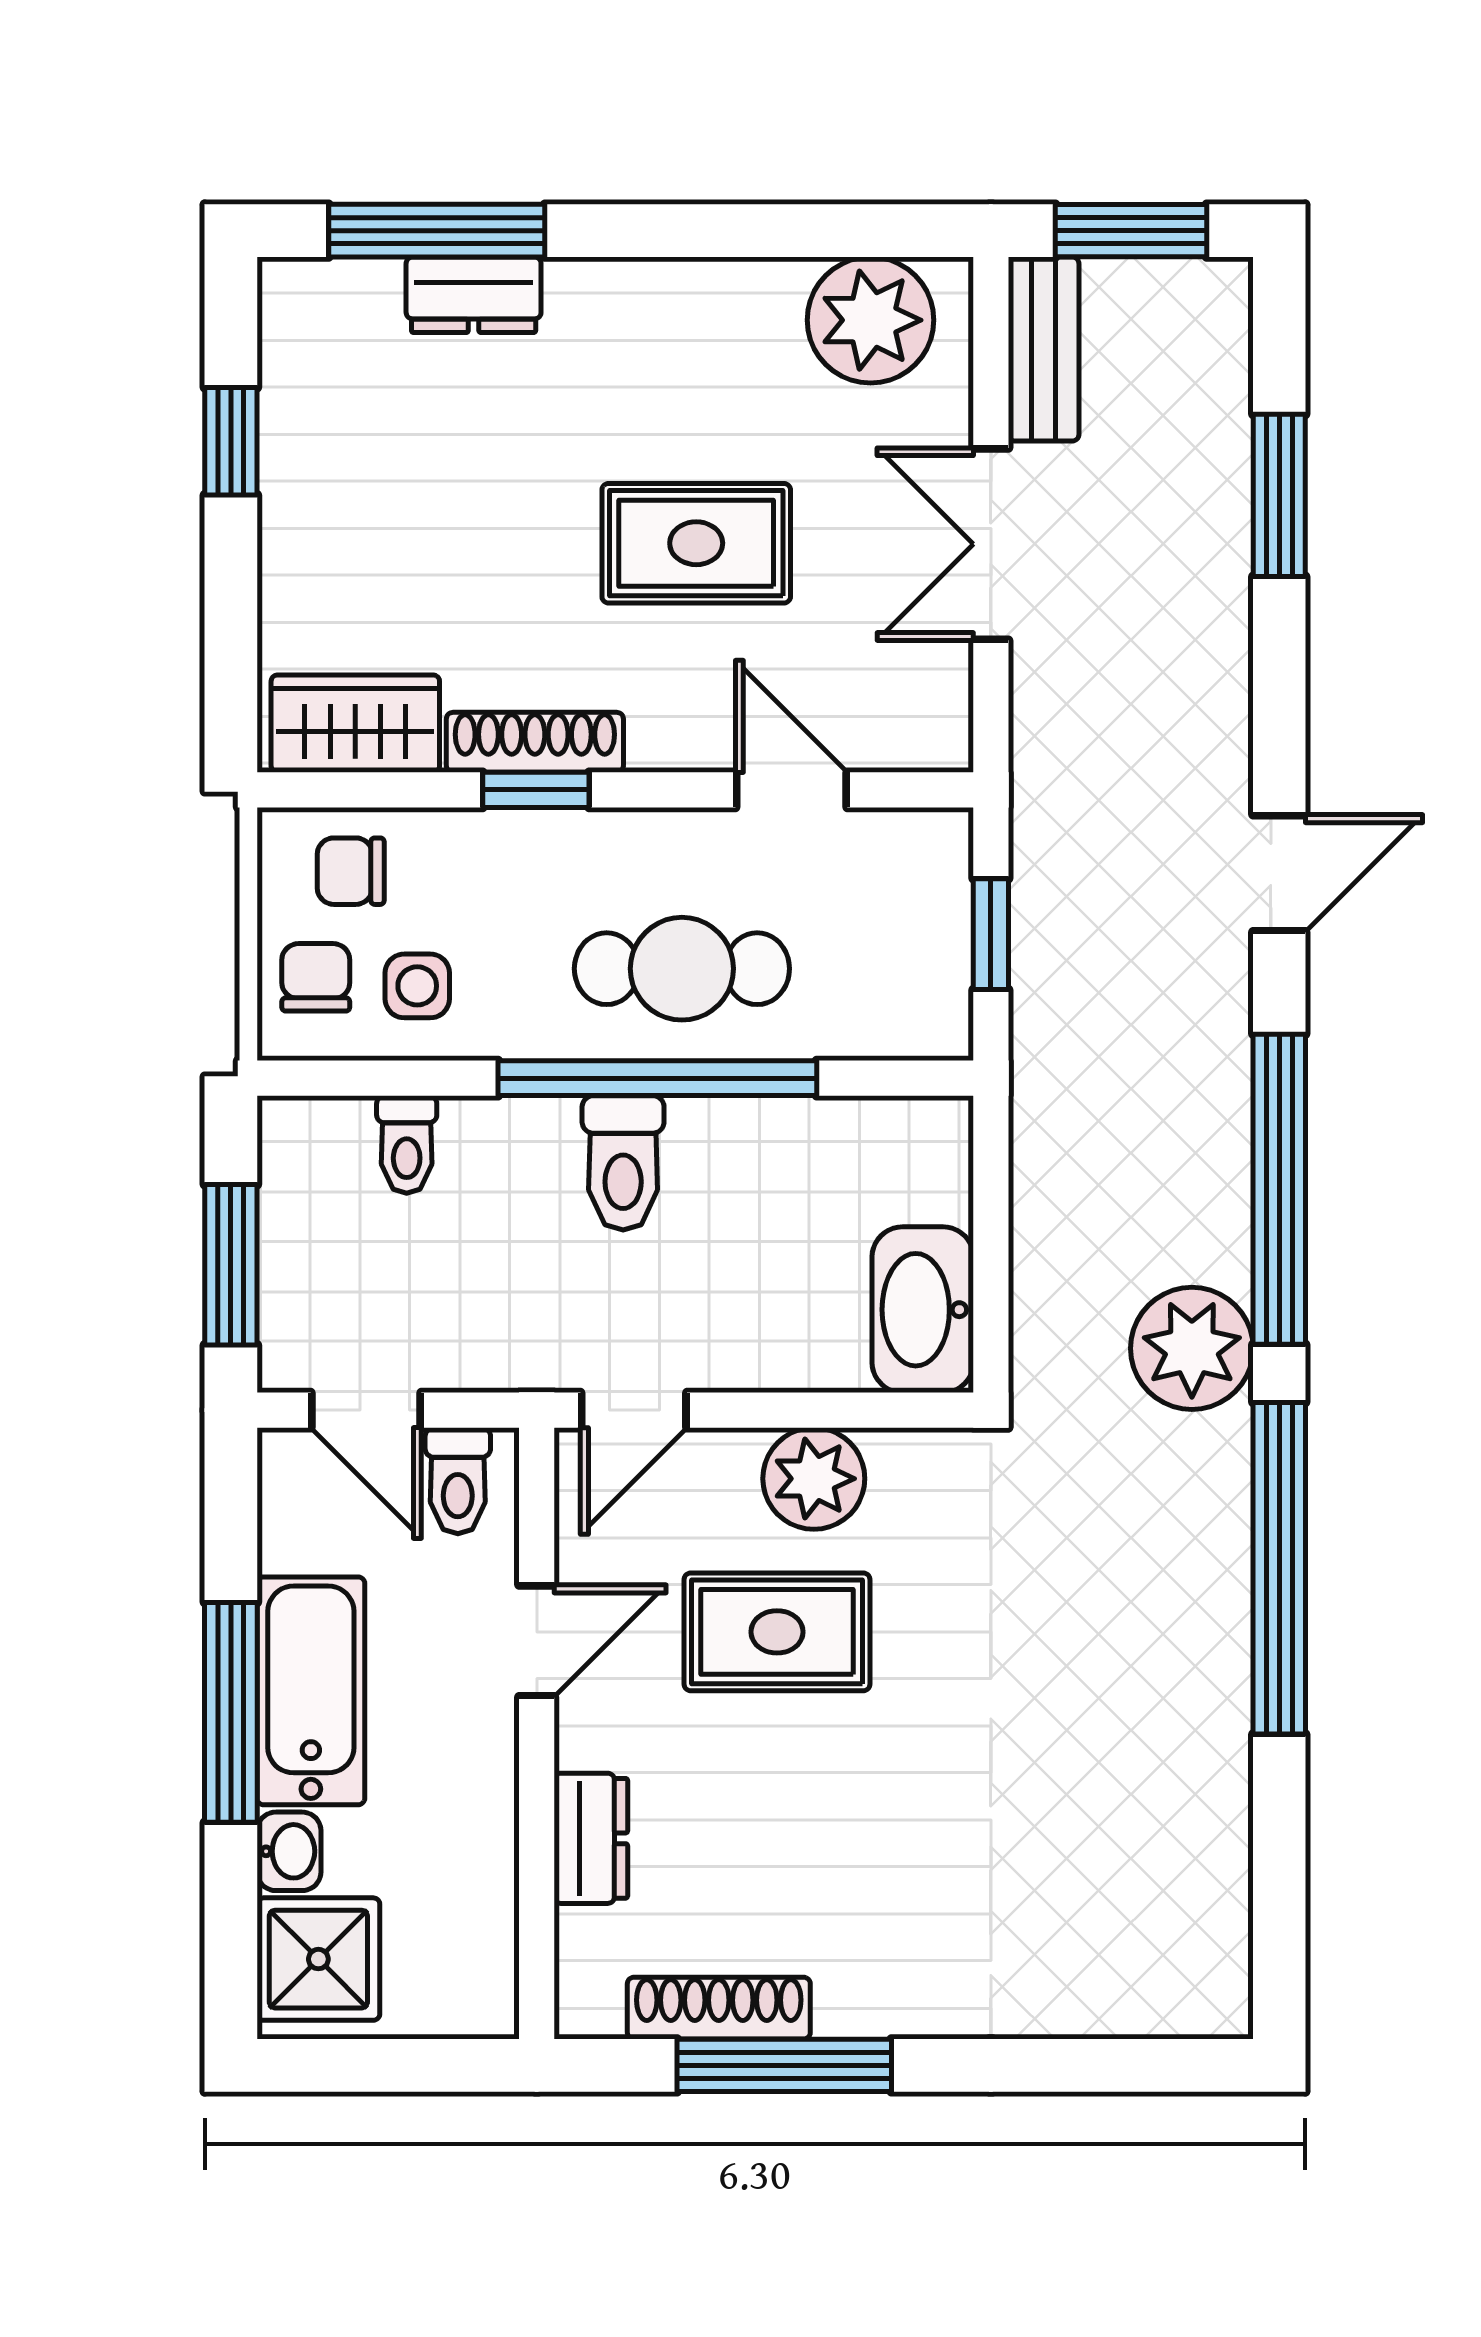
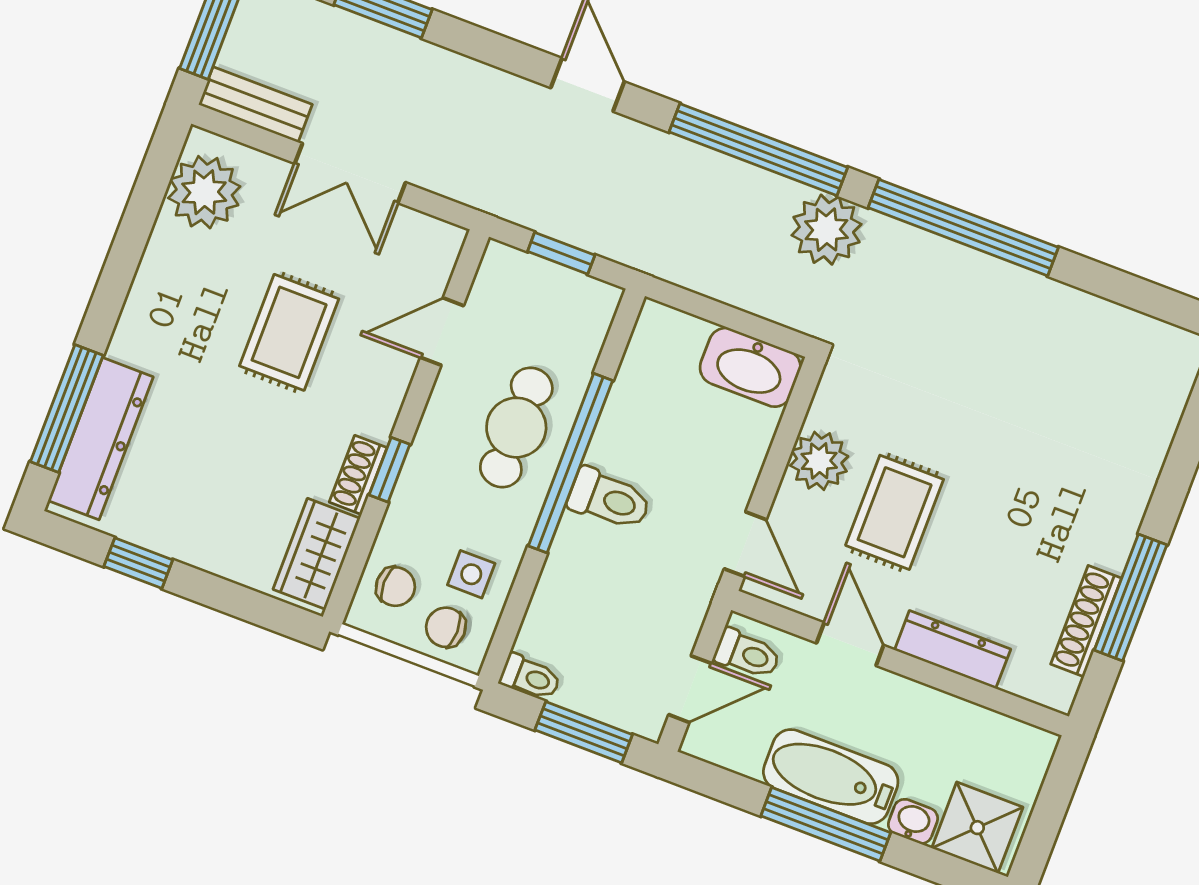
dresser: (474, 295) -> (101, 439), width x1.96, depth x1.24
shoe rack: (535, 742) -> (358, 475), width x0.70
chair: (351, 871) -> (396, 587), turned -90
toilet: (407, 1144) -> (530, 677), moved
dresser: (591, 1838) -> (953, 650), width x1.44

